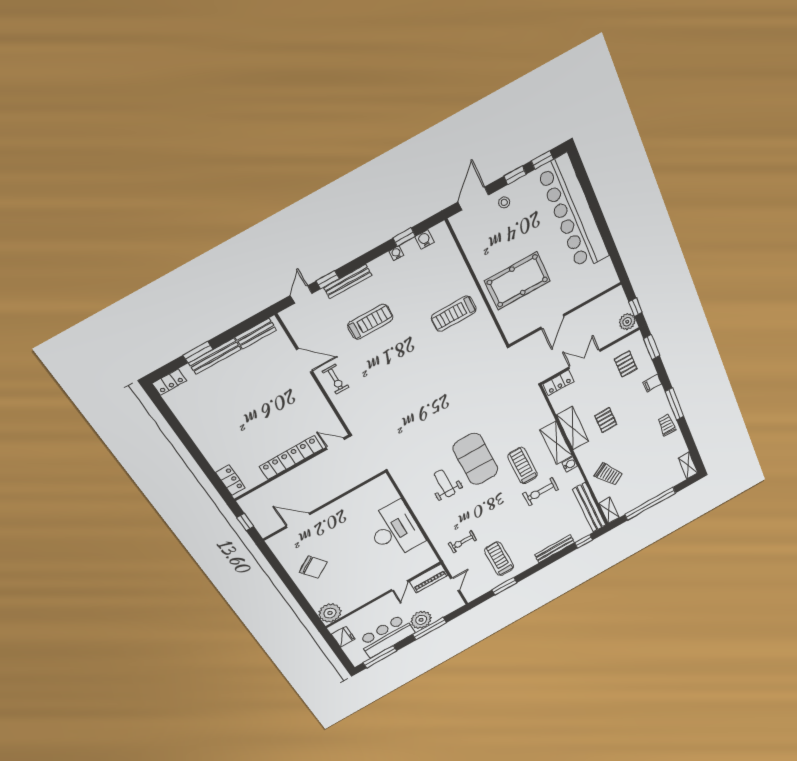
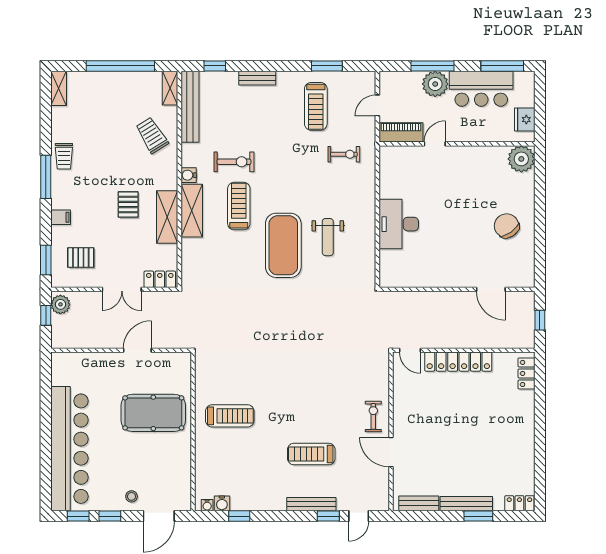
water cooler: (396, 253) -> (207, 505), moved
pallet: (626, 364) -> (81, 258), turned 90
treadmill: (523, 466) -> (239, 206), turned 180
desk: (395, 530) -> (399, 224), width x0.73, depth x0.77
bench: (555, 549) -> (257, 78), width x0.73

